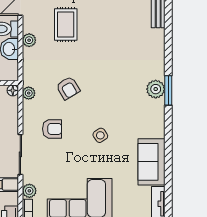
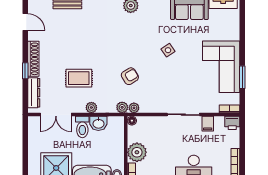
armchair: (52, 129) -> (163, 89), removed
plant: (29, 191) -> (122, 107), moved

